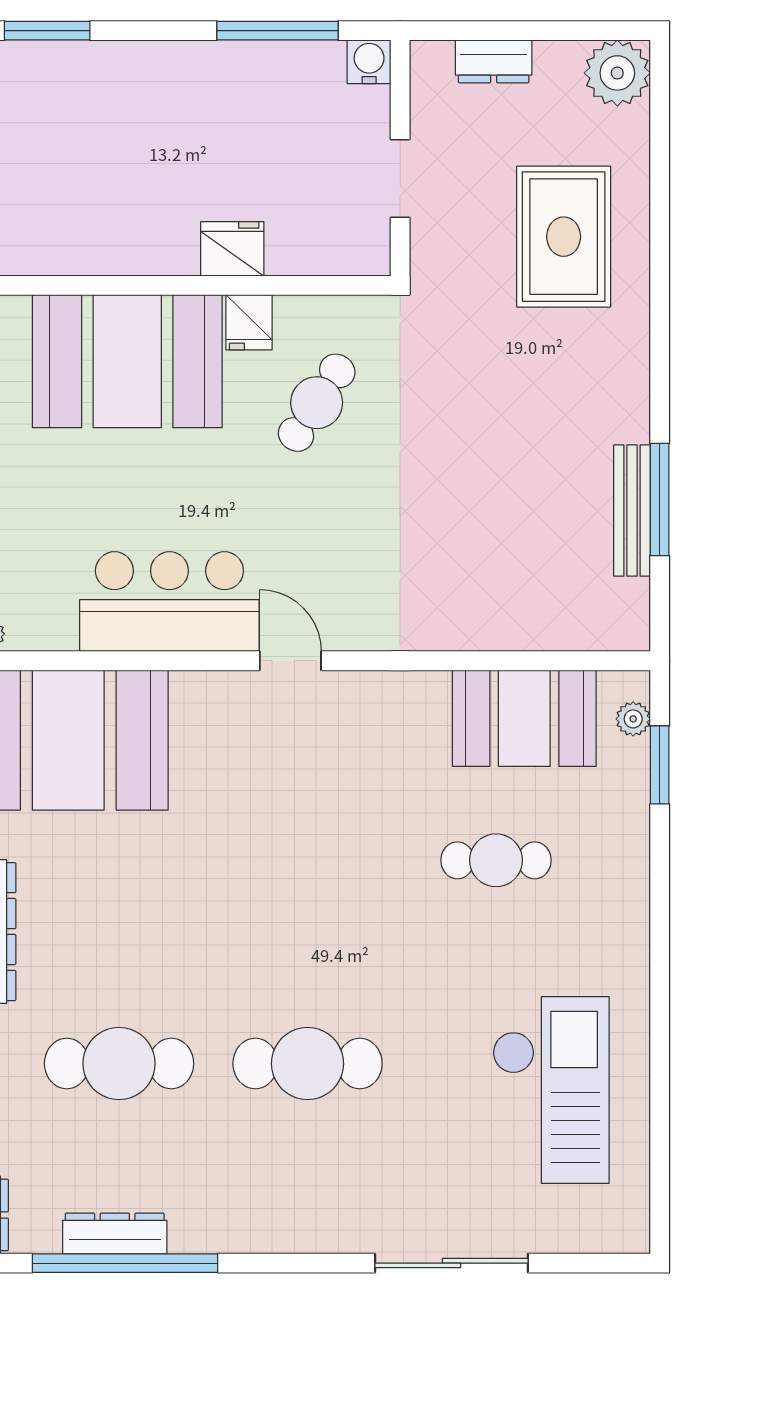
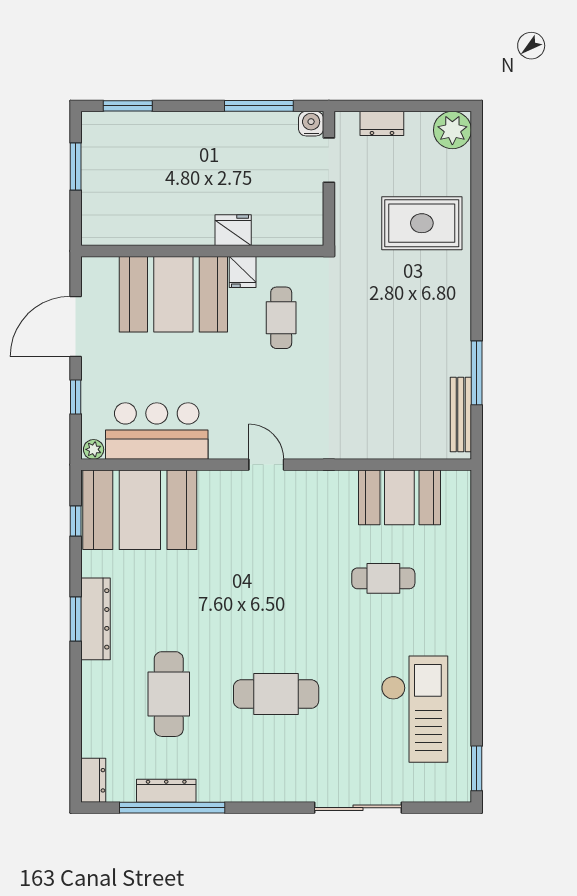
doorway: (400, 179) -> (329, 160), moved
rug: (564, 237) -> (422, 223), turned 90
cafe table: (317, 403) -> (281, 318), turned -33
bench: (632, 511) -> (461, 415), moved
bar counter: (169, 602) -> (157, 431), moved
plant: (633, 719) -> (461, 498), removed
window: (660, 765) -> (477, 768), moved
cafe table: (119, 1064) -> (169, 694), turned 90

